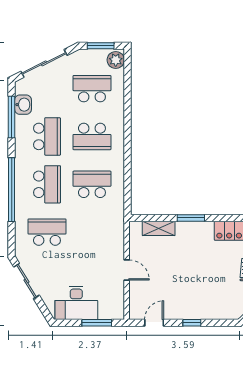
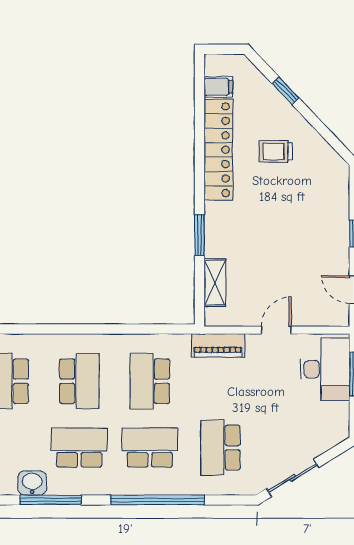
piano: (116, 230) -> (218, 345), added
desk: (76, 303) -> (325, 369), moved

